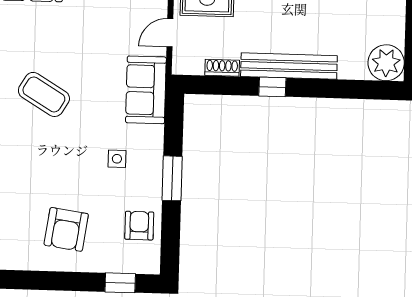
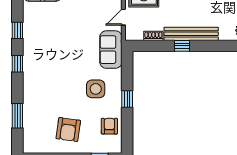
coffee table: (44, 94) -> (53, 54), removed
side table: (117, 159) -> (96, 89), width x1.87, depth x1.87
window: (172, 178) -> (127, 99), width x0.67

